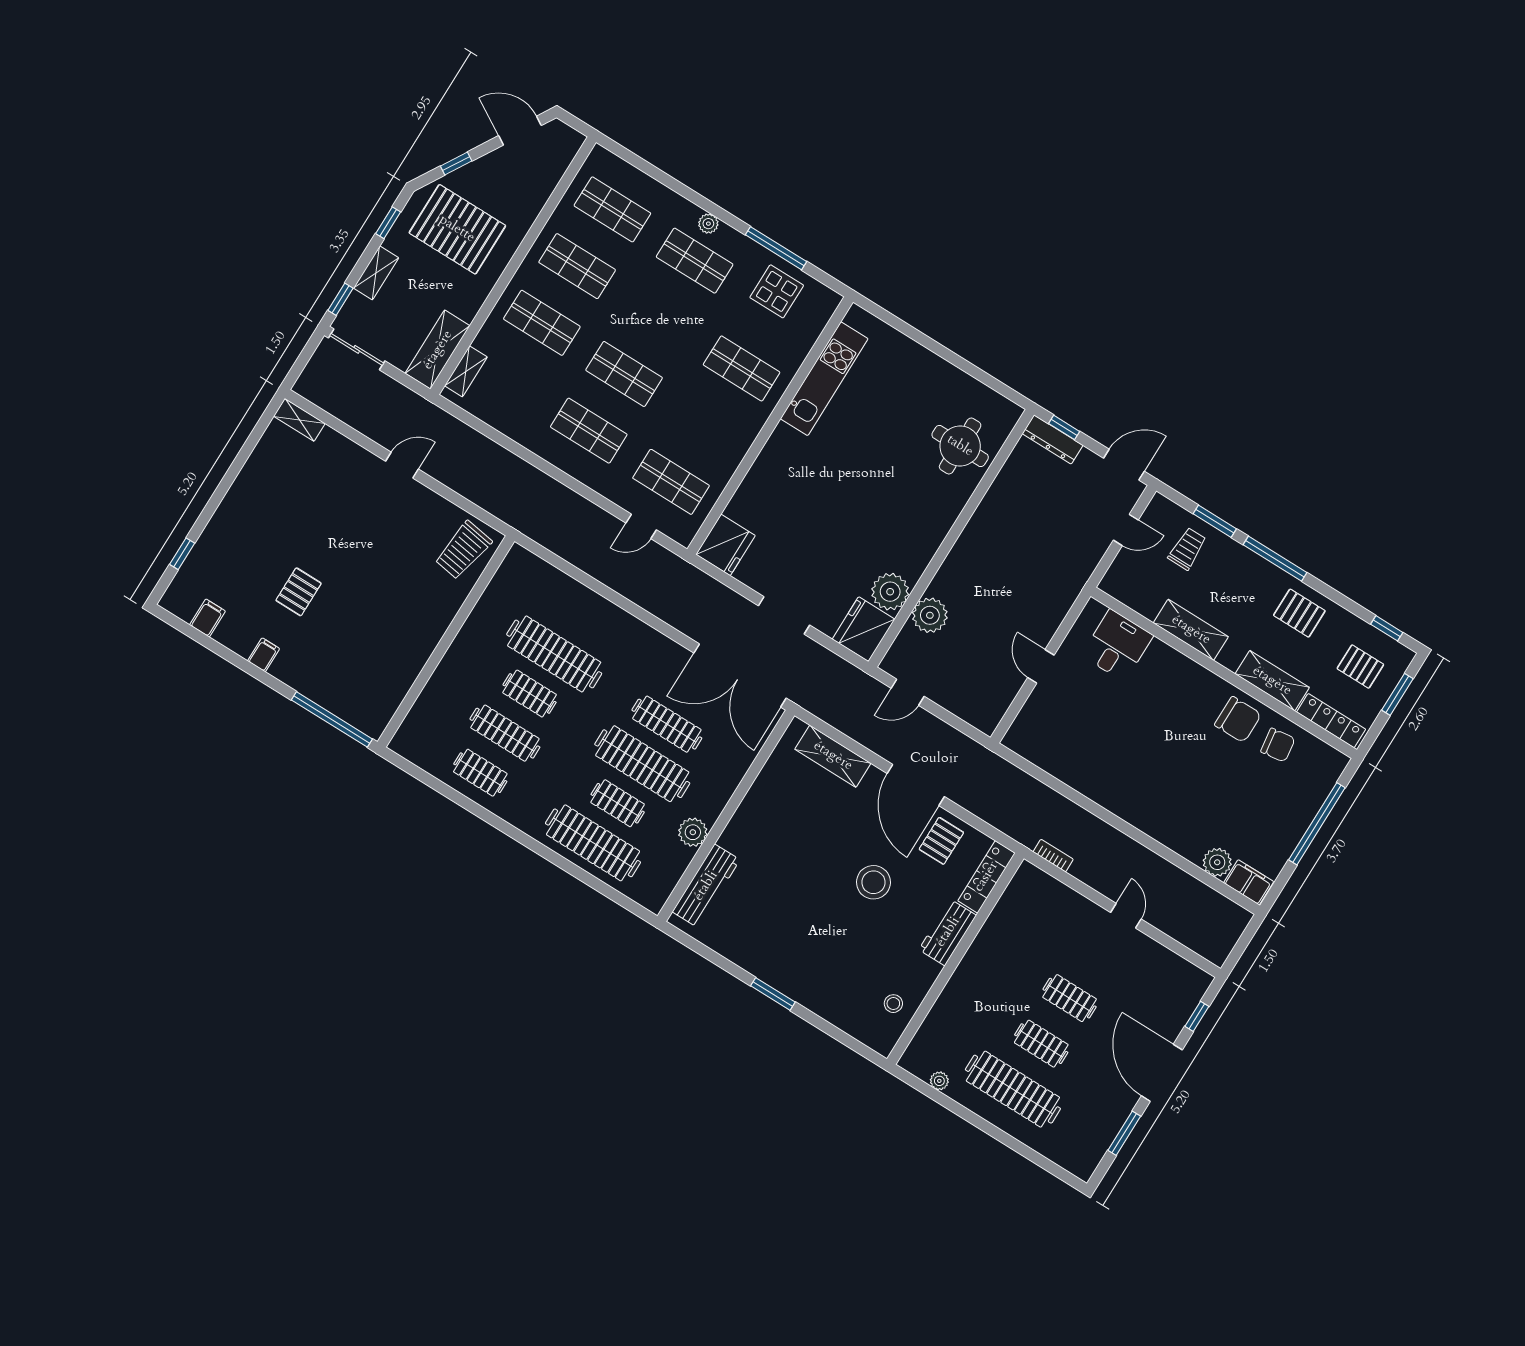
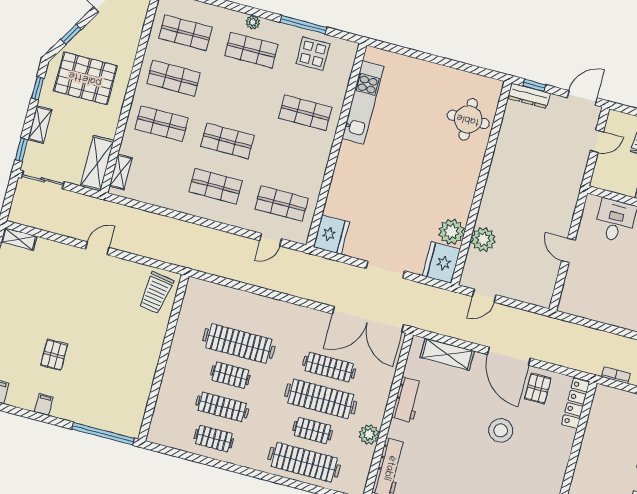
workbench: (948, 932) -> (407, 400), moved, turned 180

